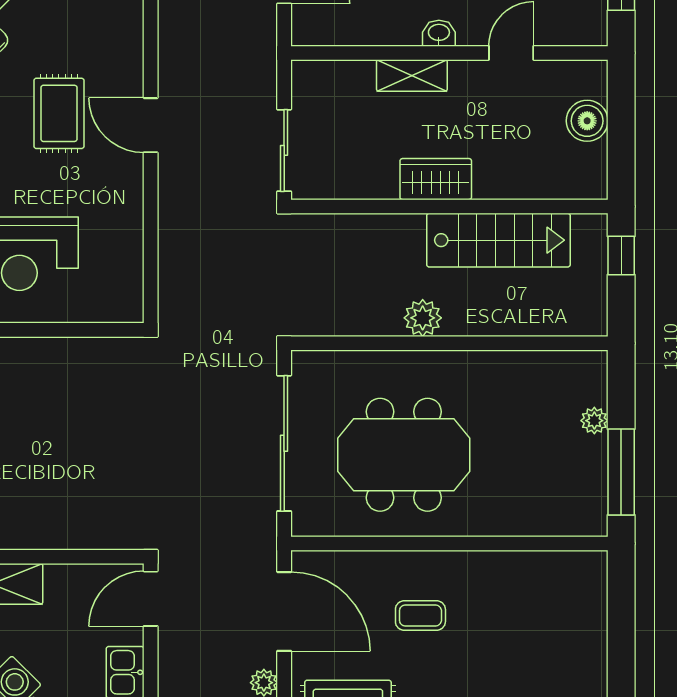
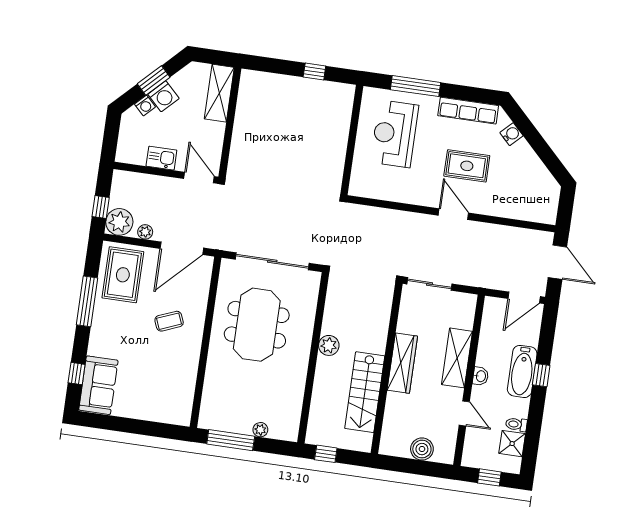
shelving: (412, 75) -> (457, 358), width x1.50, depth x1.33
door: (151, 125) -> (453, 214), hinge flipped
wardrobe: (436, 179) -> (402, 363), width x1.50
window: (621, 255) -> (326, 454), moved
coffee table: (420, 615) -> (169, 321), turned 68

